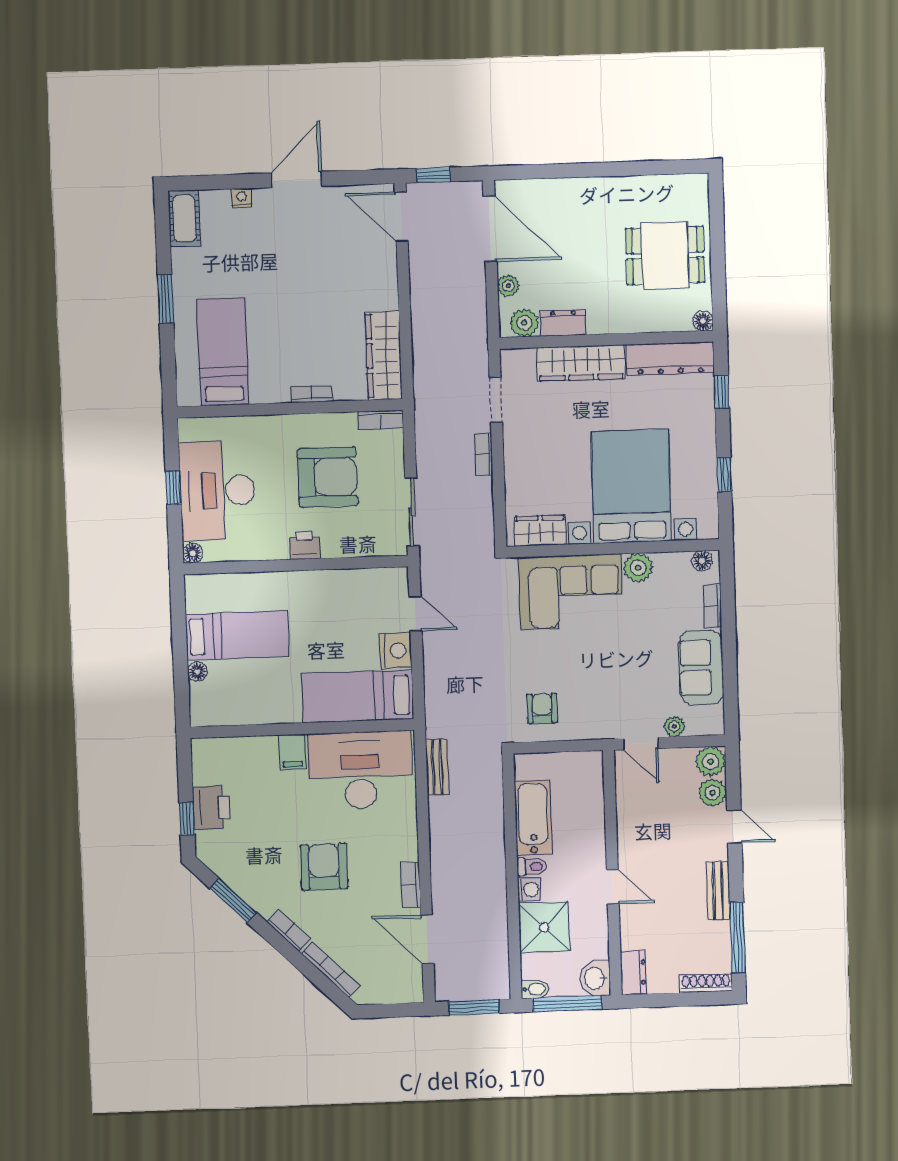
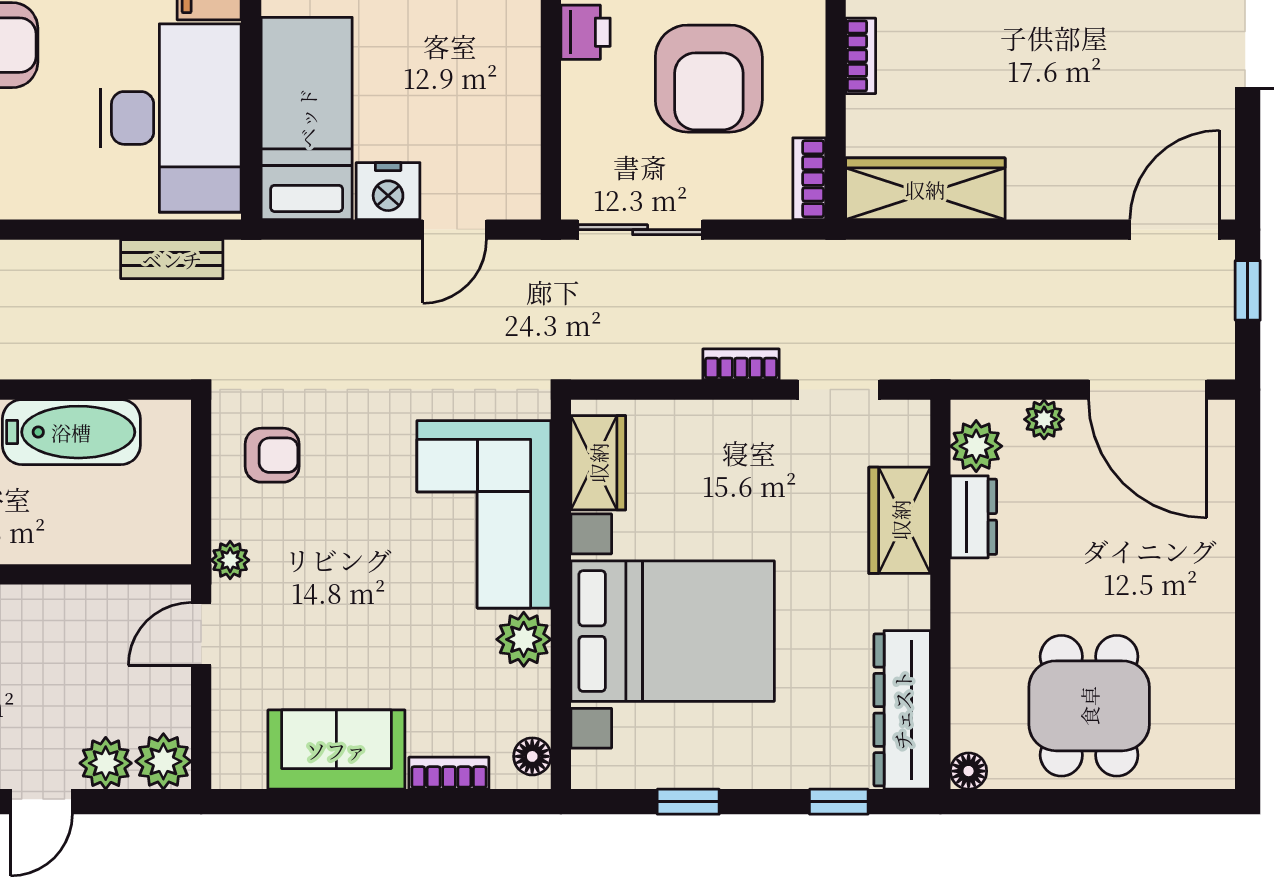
door: (490, 229) -> (1148, 390), hinge flipped
wardrobe: (581, 363) -> (900, 520), width x0.67
plant: (674, 727) -> (230, 560), moved

